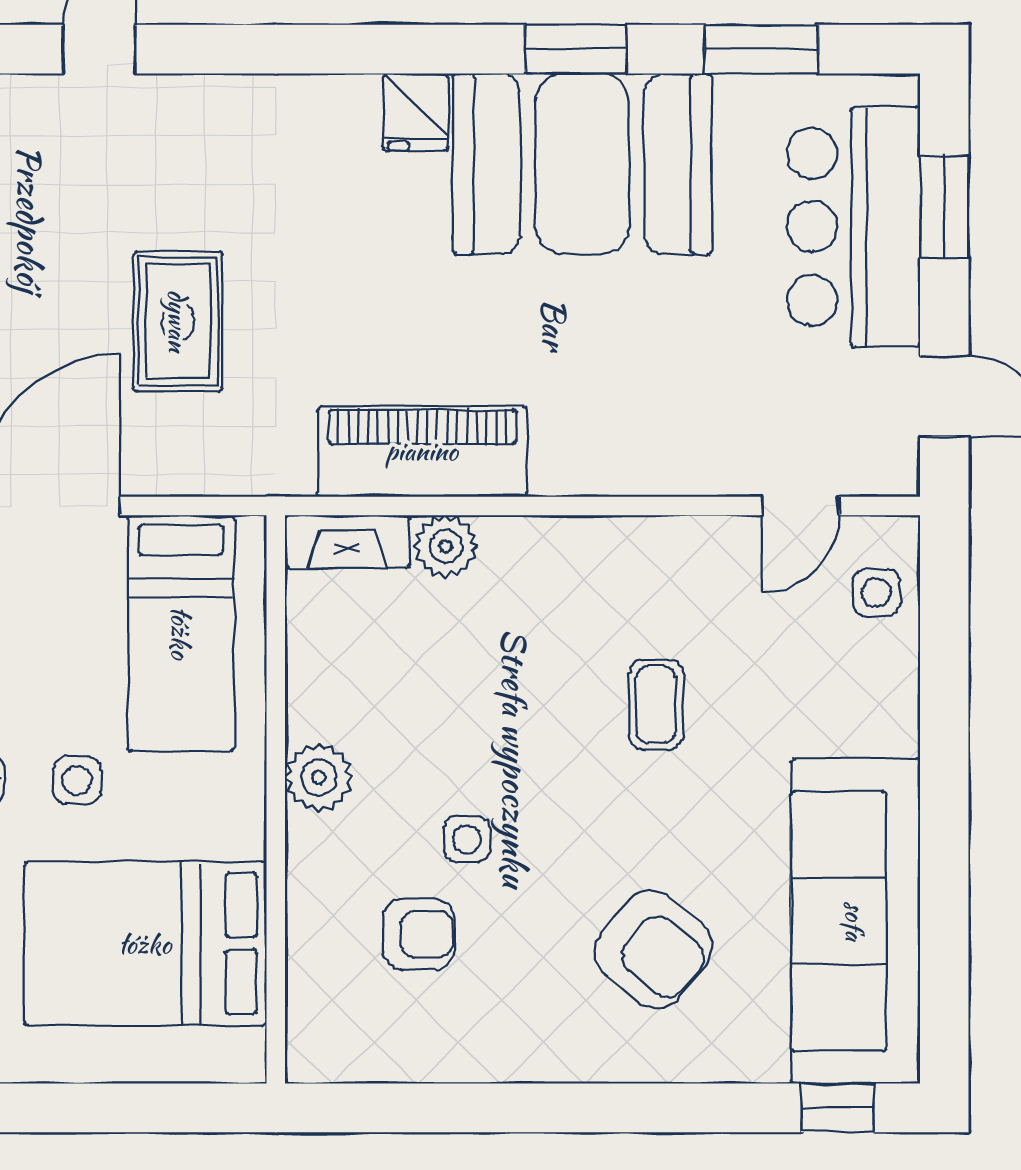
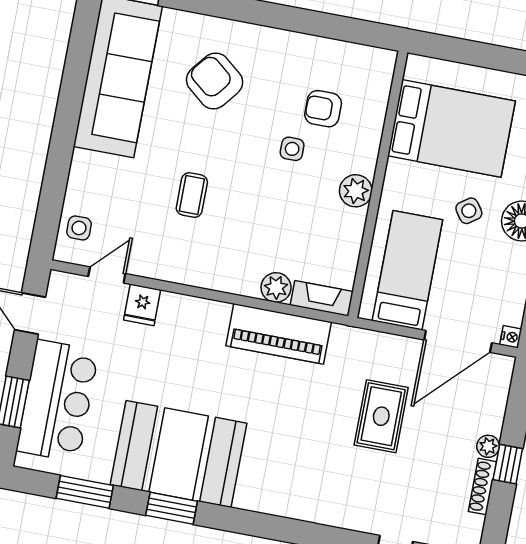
fridge: (416, 112) -> (142, 305), moved, turned 180
side table: (77, 780) -> (469, 211), turned -35

